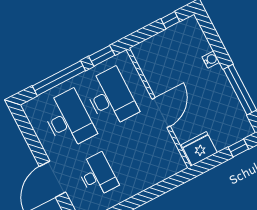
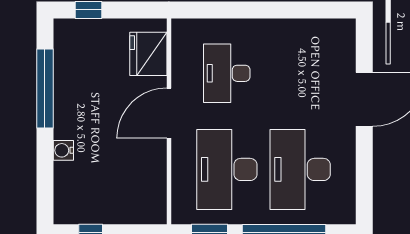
fridge: (199, 149) -> (148, 54), moved, turned 90
desk: (97, 175) -> (227, 73), moved

